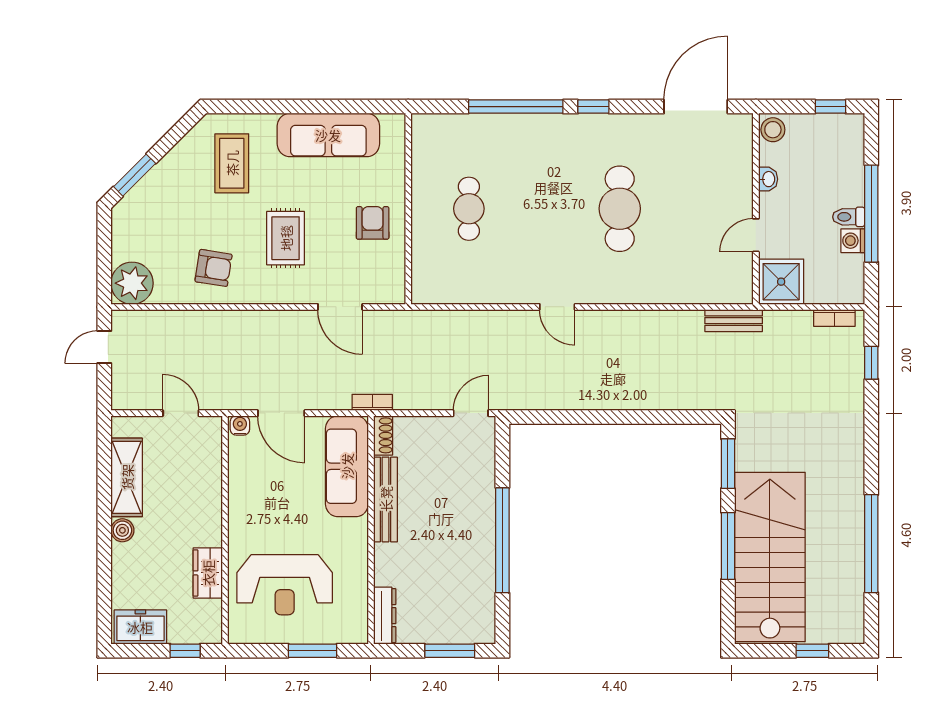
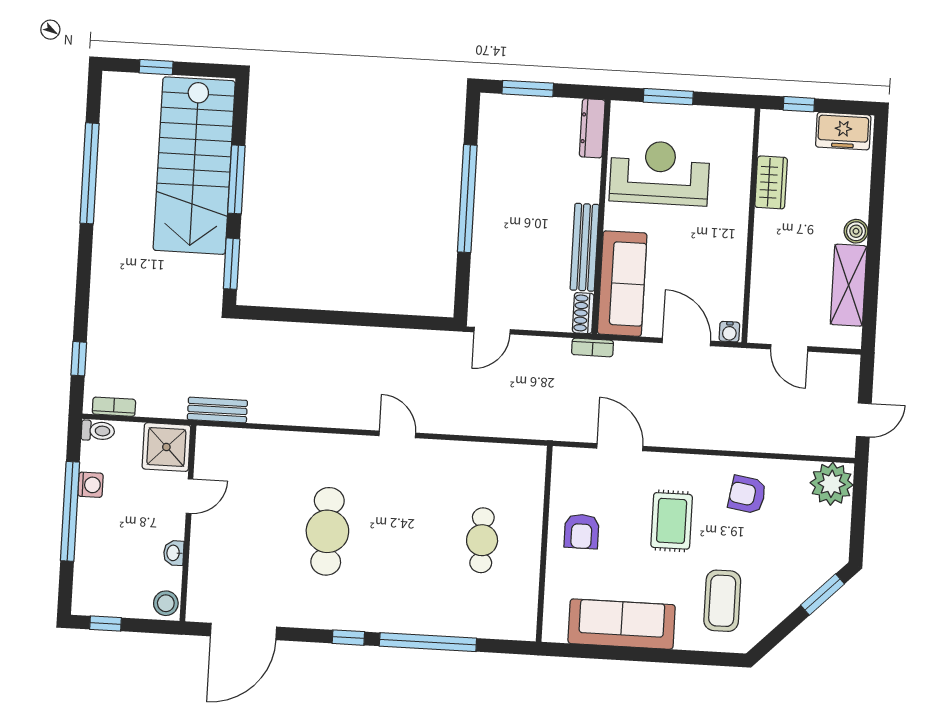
toilet: (849, 217) -> (98, 431), moved
reception desk: (285, 585) -> (660, 173), moved

